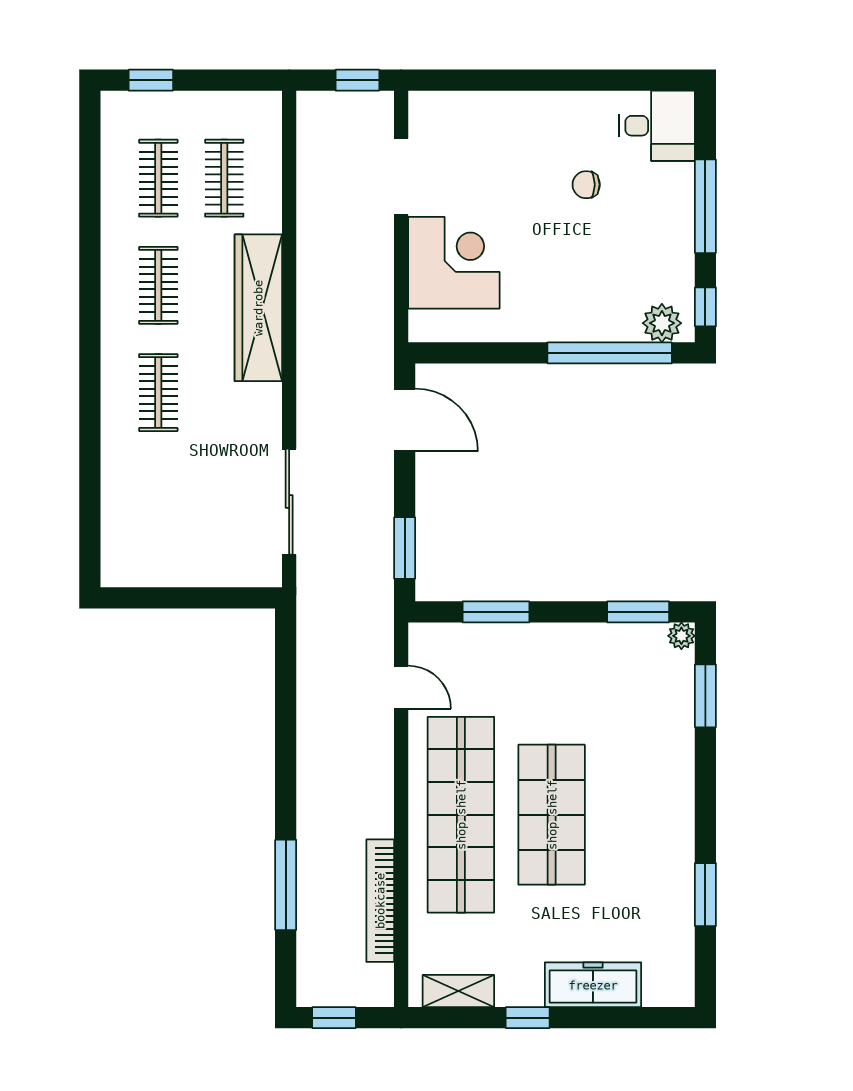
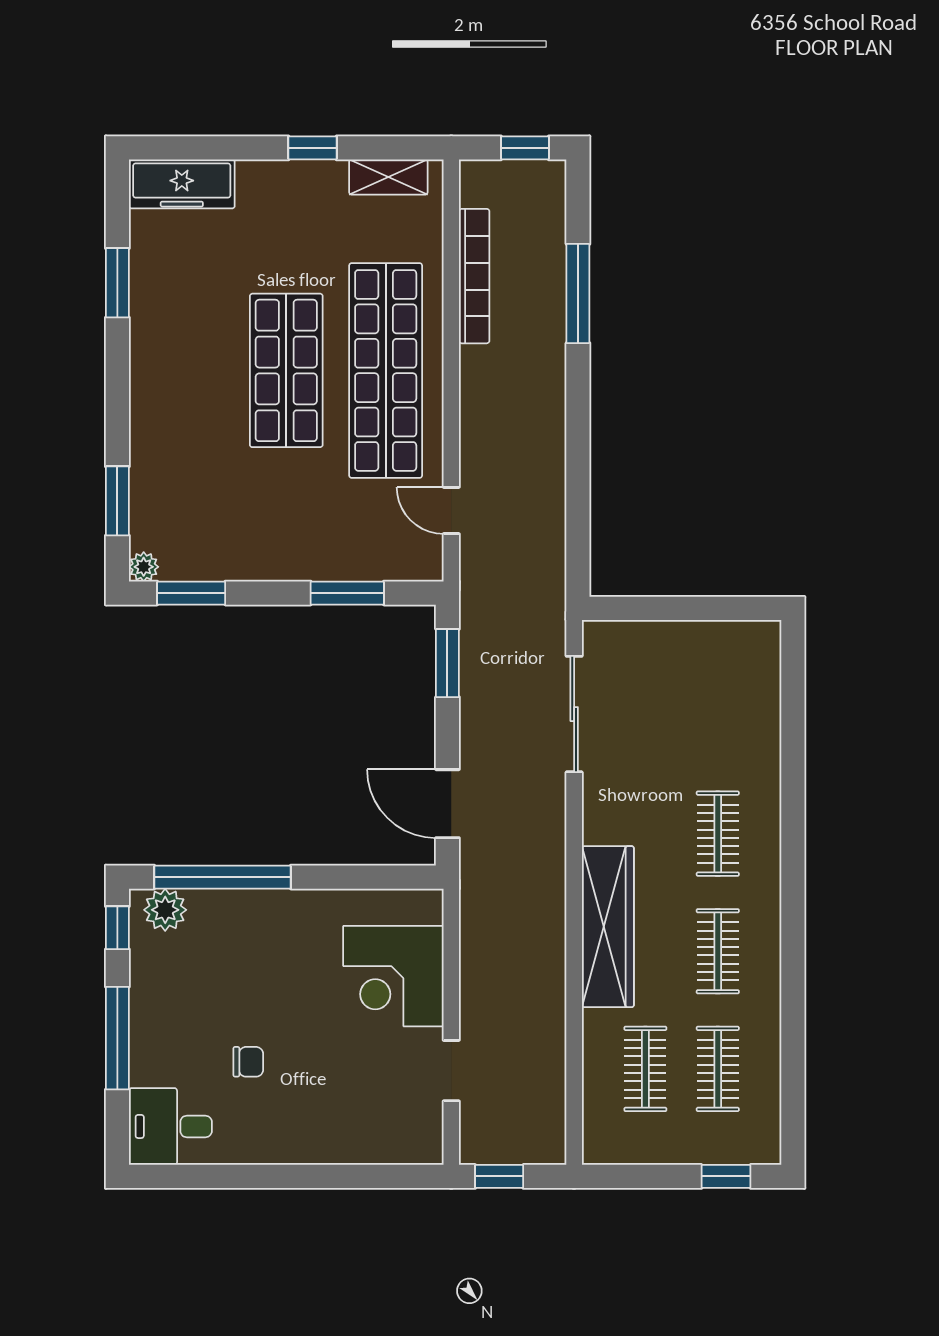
doorway: (401, 177) -> (451, 1071), width x0.73
freezer: (593, 985) -> (182, 184), moved

